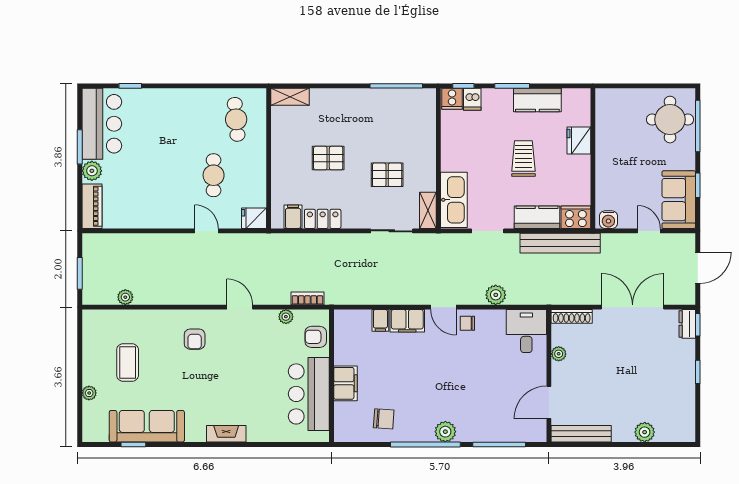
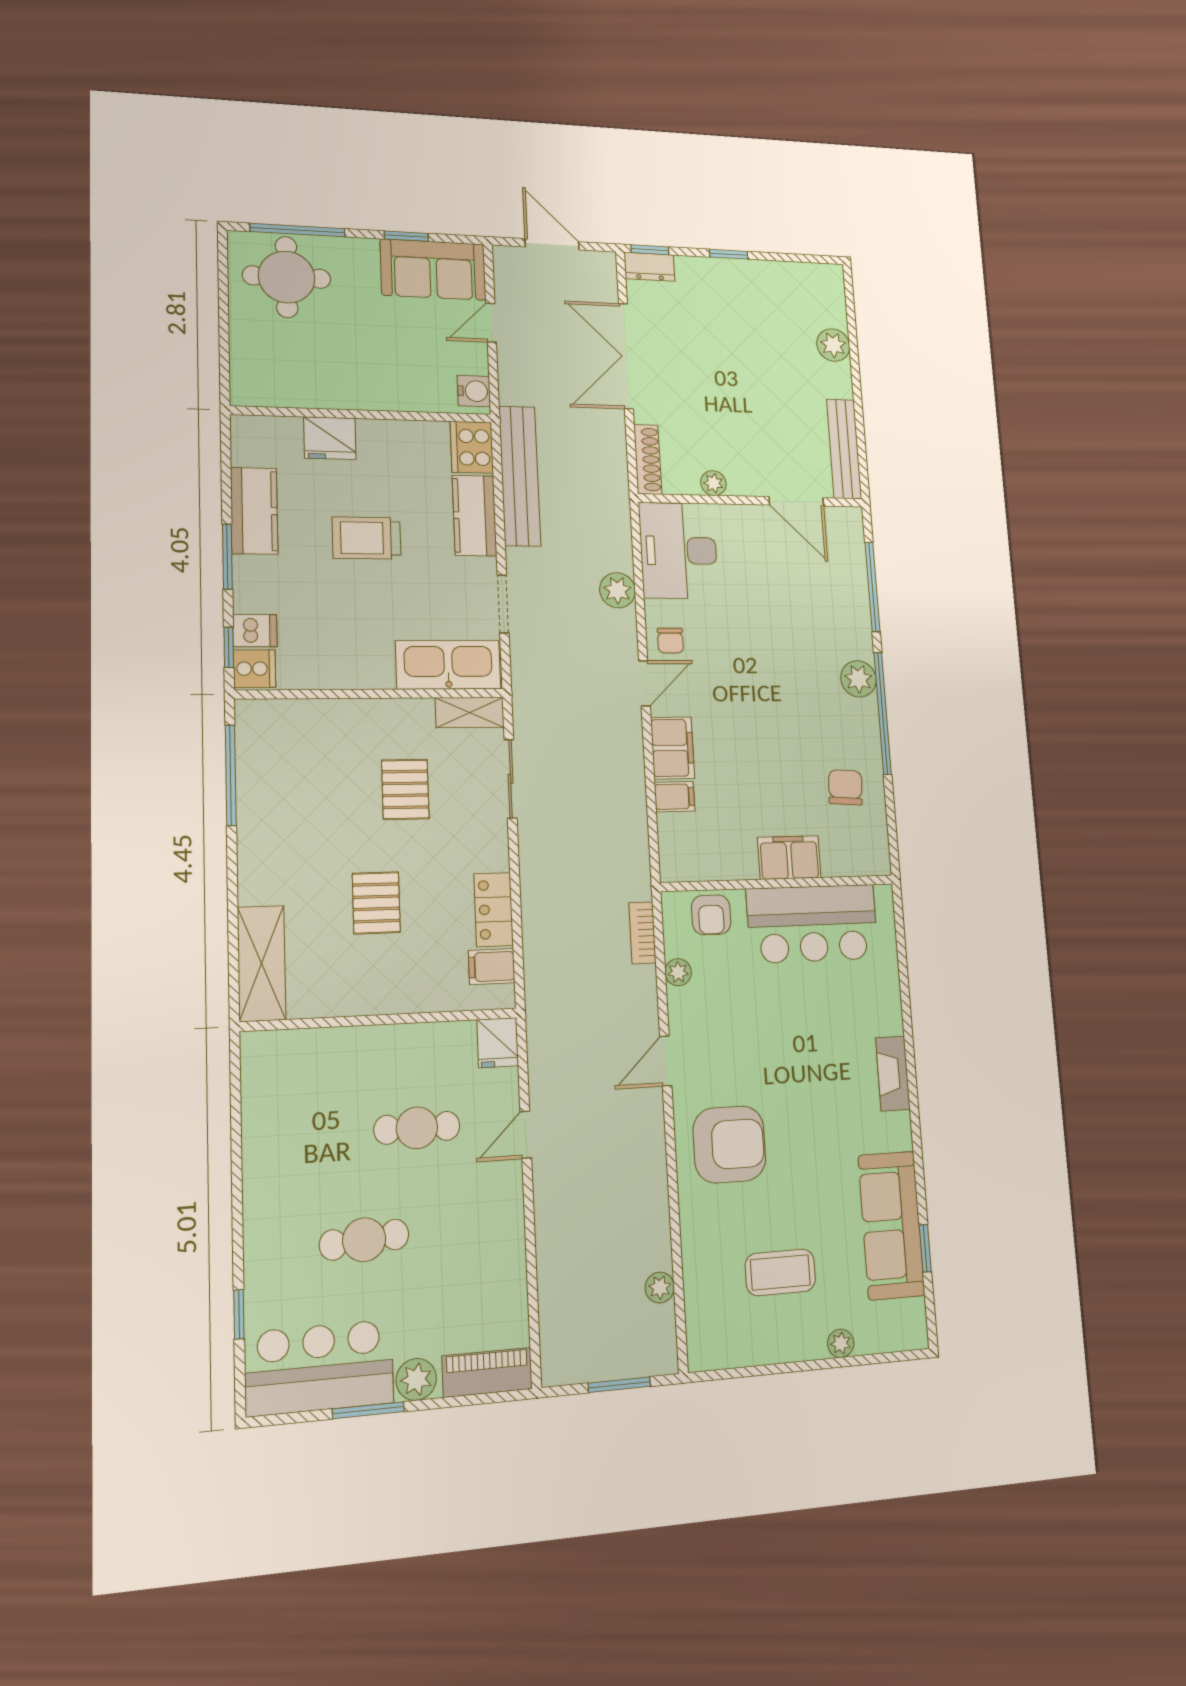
shelving: (290, 97) -> (262, 963), width x1.50, depth x1.33
cafe table: (236, 119) -> (364, 1240), moved
desk: (526, 331) -> (679, 551), width x1.37
armchair: (195, 339) -> (729, 1144), width x1.88, depth x1.88

